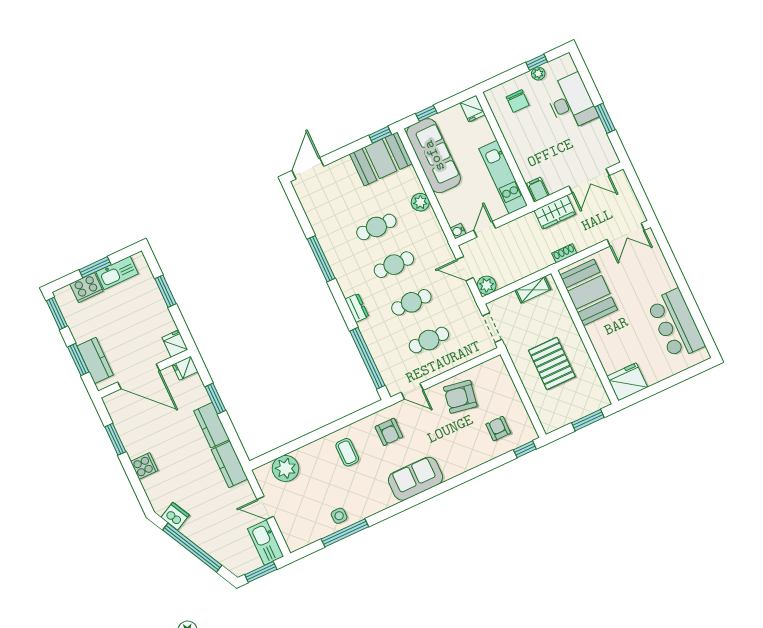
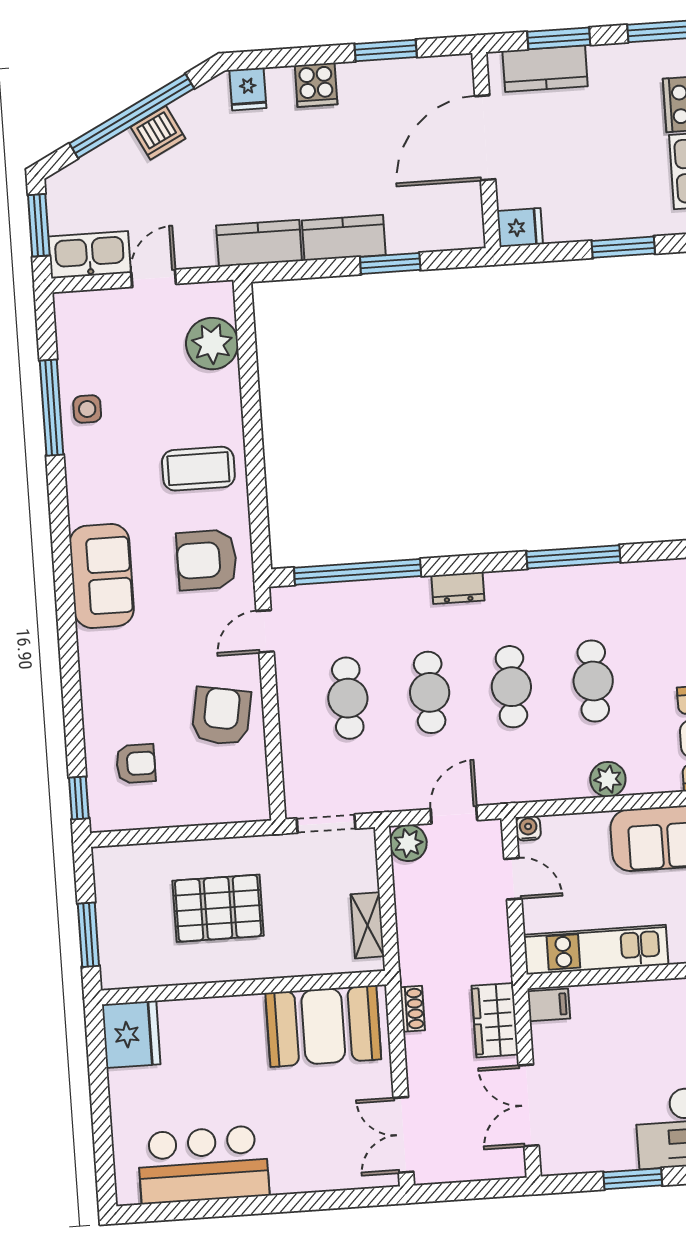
fridge: (185, 368) -> (248, 89), moved, turned 180
armchair: (389, 432) -> (207, 560), width x1.38, depth x1.38
coffee table: (347, 452) -> (198, 469), width x1.36, depth x1.30
dishwasher: (175, 516) -> (158, 133), moved

